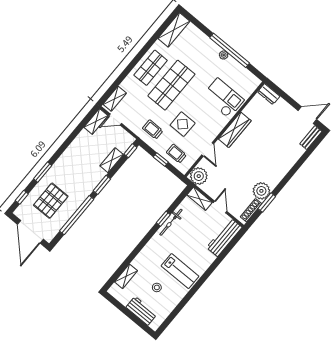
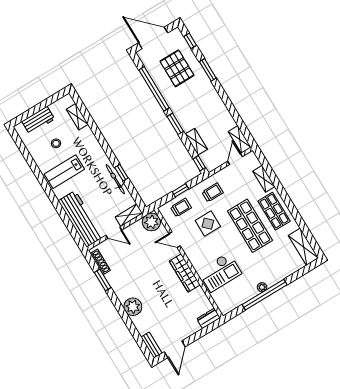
shelving: (115, 99) -> (264, 179), moved
plant: (261, 191) -> (133, 307), moved
workbench: (224, 237) -> (81, 219), width x1.36, depth x1.32

